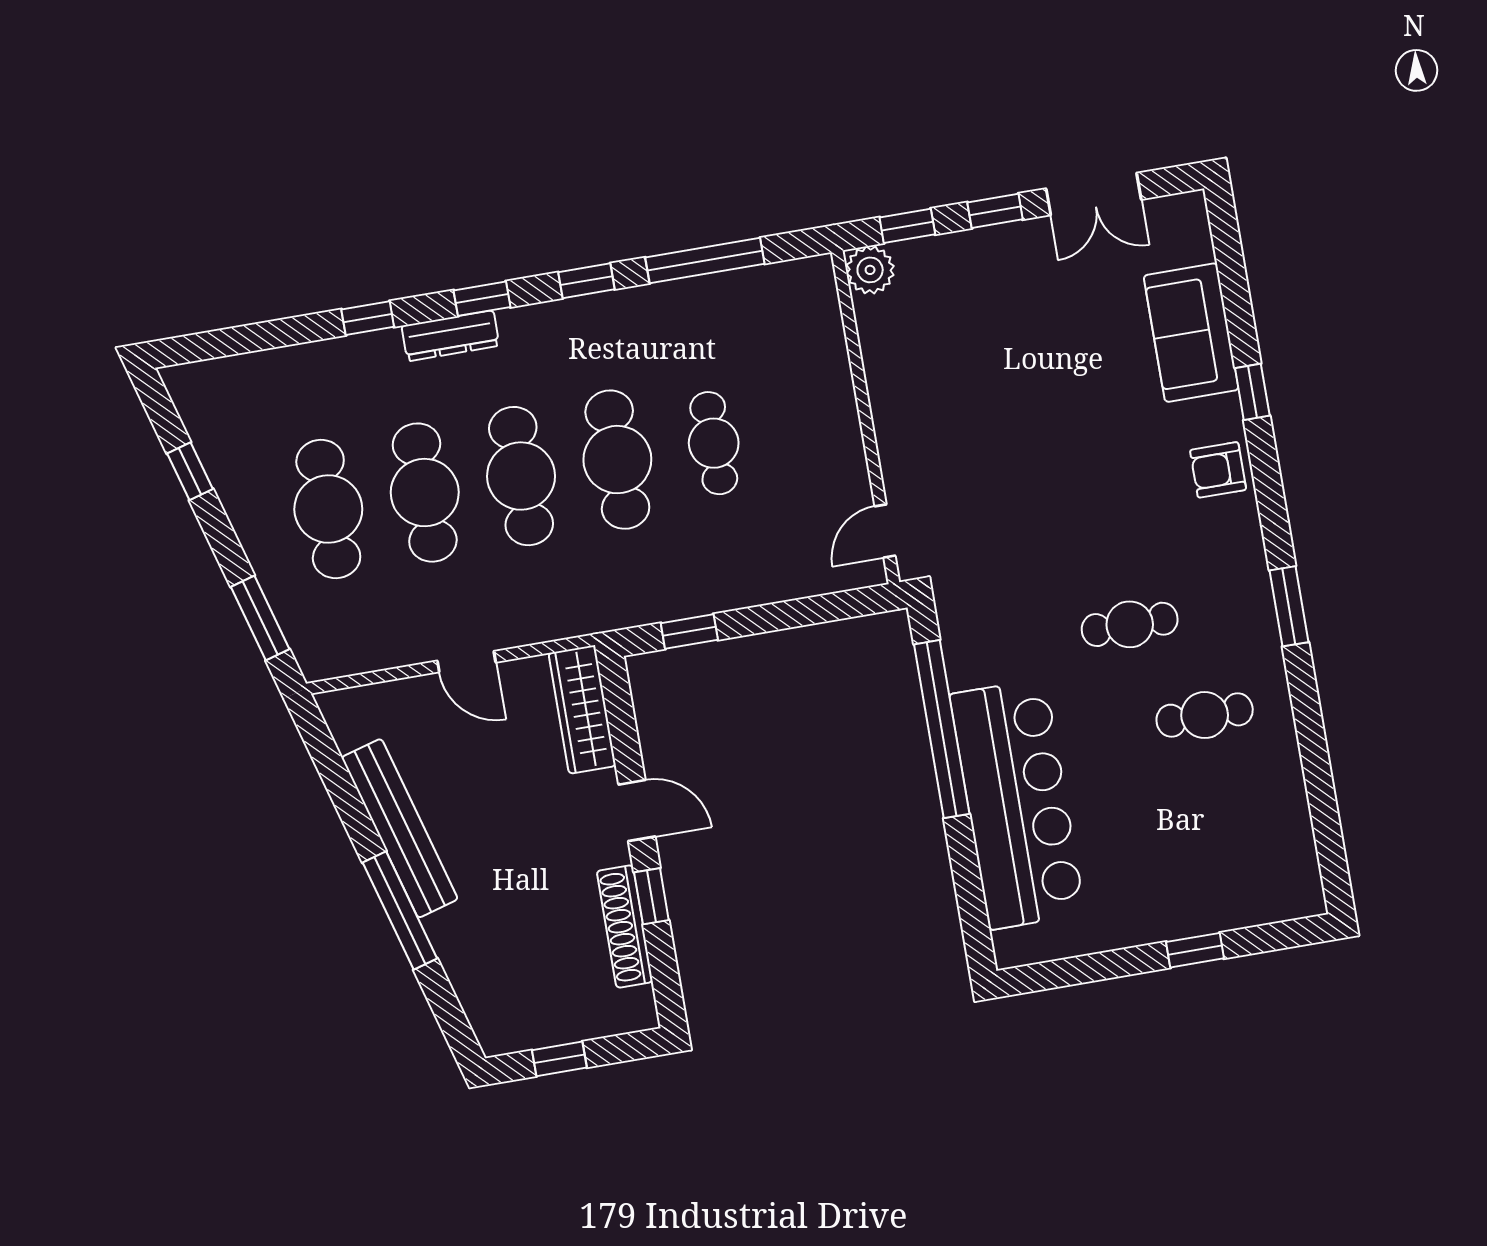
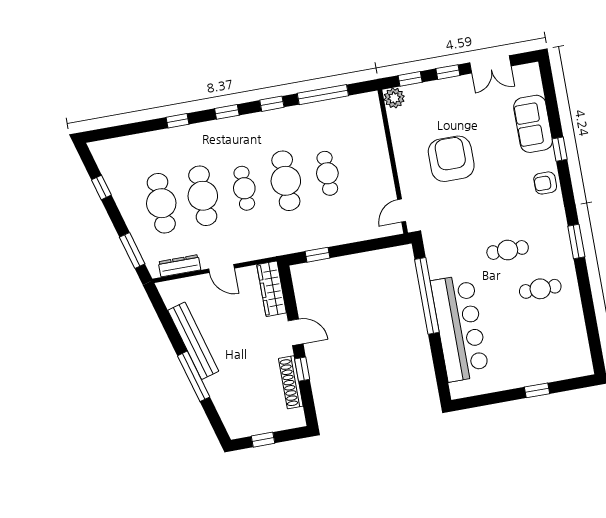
dresser: (450, 336) -> (180, 266), moved, turned 180
armchair: (1001, 412) -> (451, 159), added
cafe table: (521, 476) -> (244, 188), width x0.73, depth x0.74

